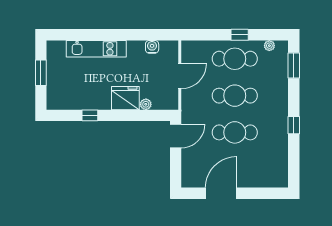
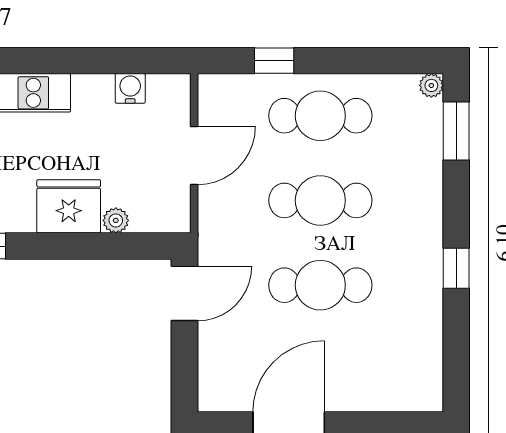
window: (240, 35) -> (274, 61), moved
plant: (269, 46) -> (431, 85), moved

